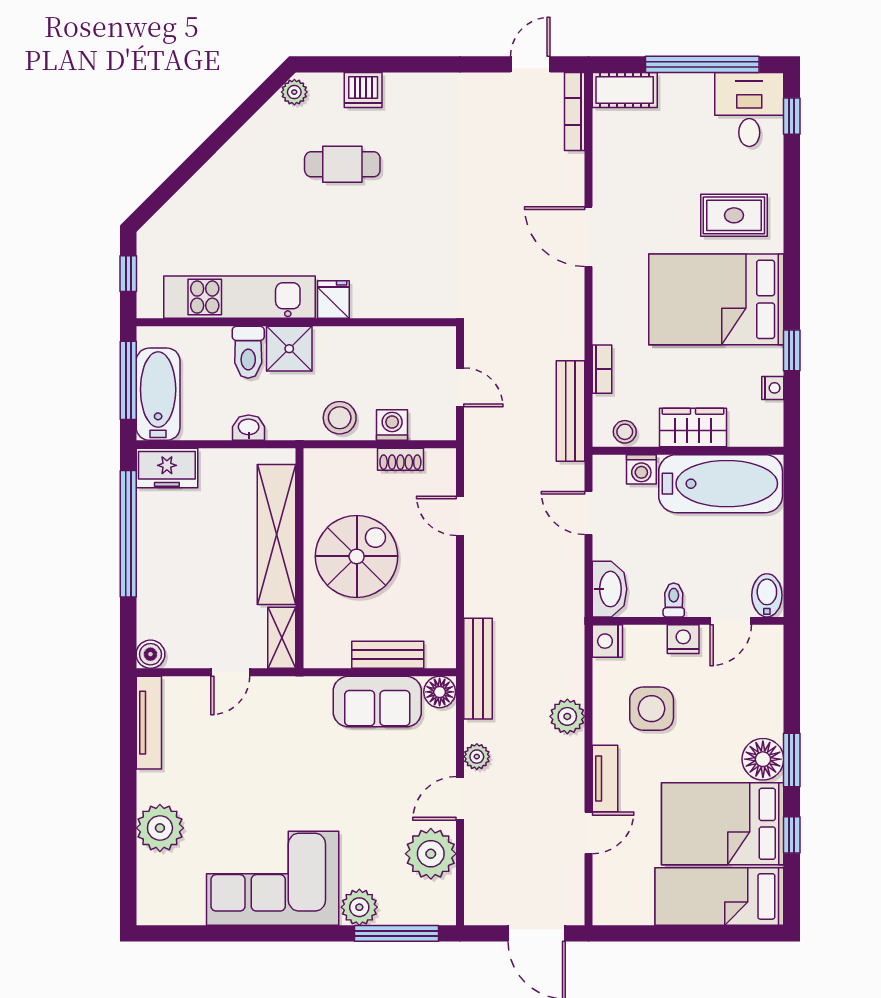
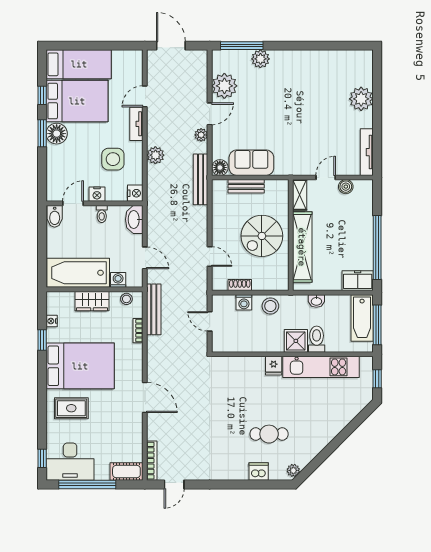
desk: (749, 110) -> (70, 462), width x1.37
boiler: (150, 654) -> (346, 187), moved
corner sofa: (273, 878) -> (304, 73), removed

